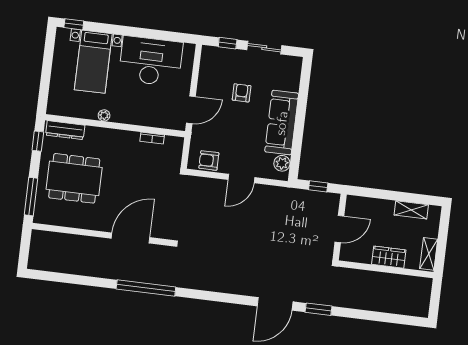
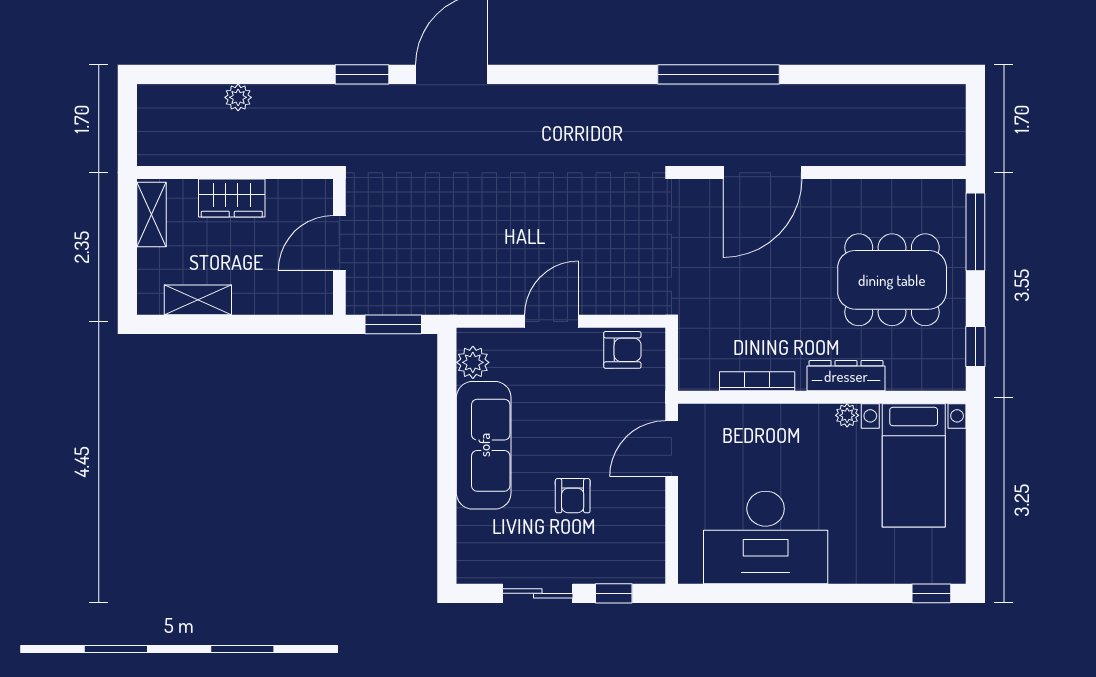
bed with nightstands: (93, 62) -> (914, 465), moved, turned 180
dresser: (65, 130) -> (846, 376), moved
bookcase: (152, 138) -> (757, 381), width x1.56
window: (318, 186) -> (393, 324), width x1.50
plant: (380, 305) -> (238, 97), added

